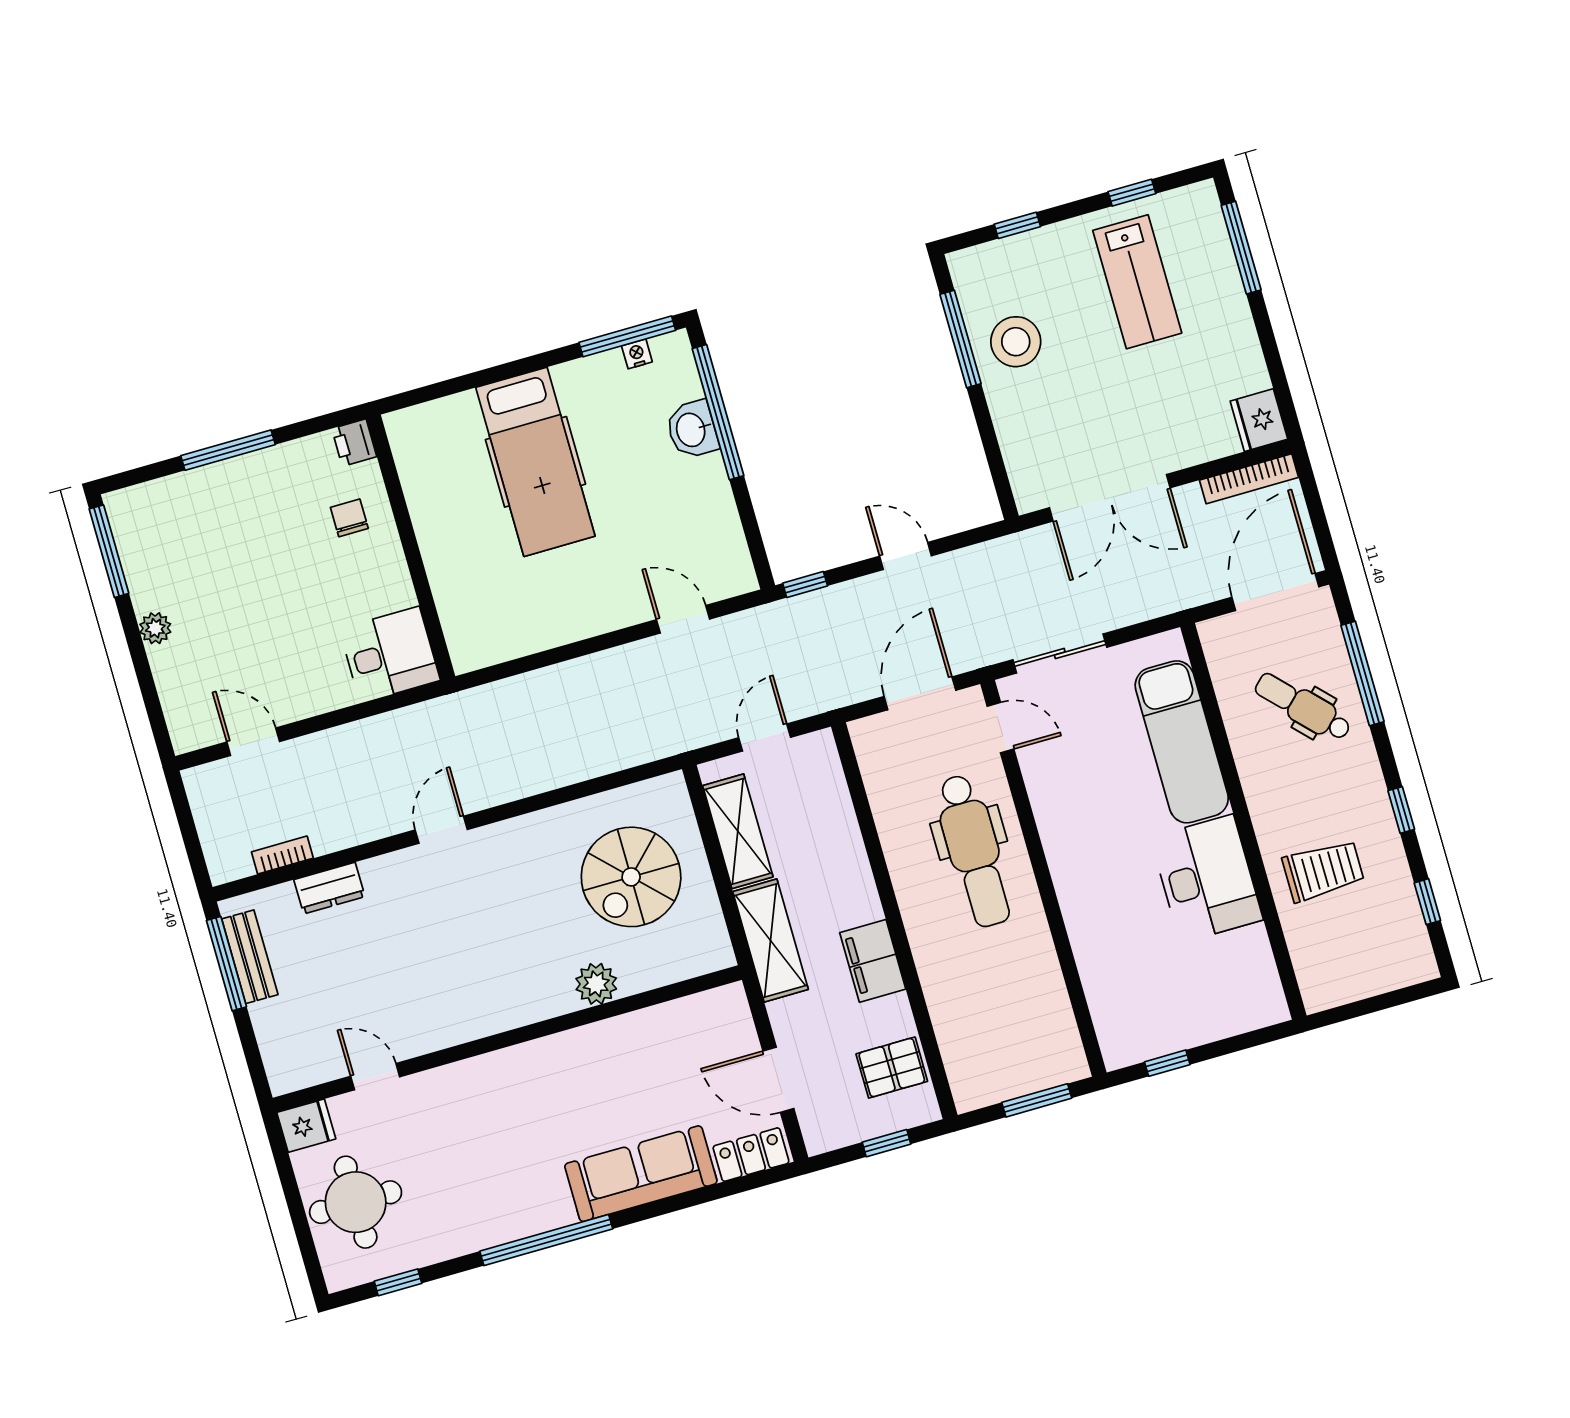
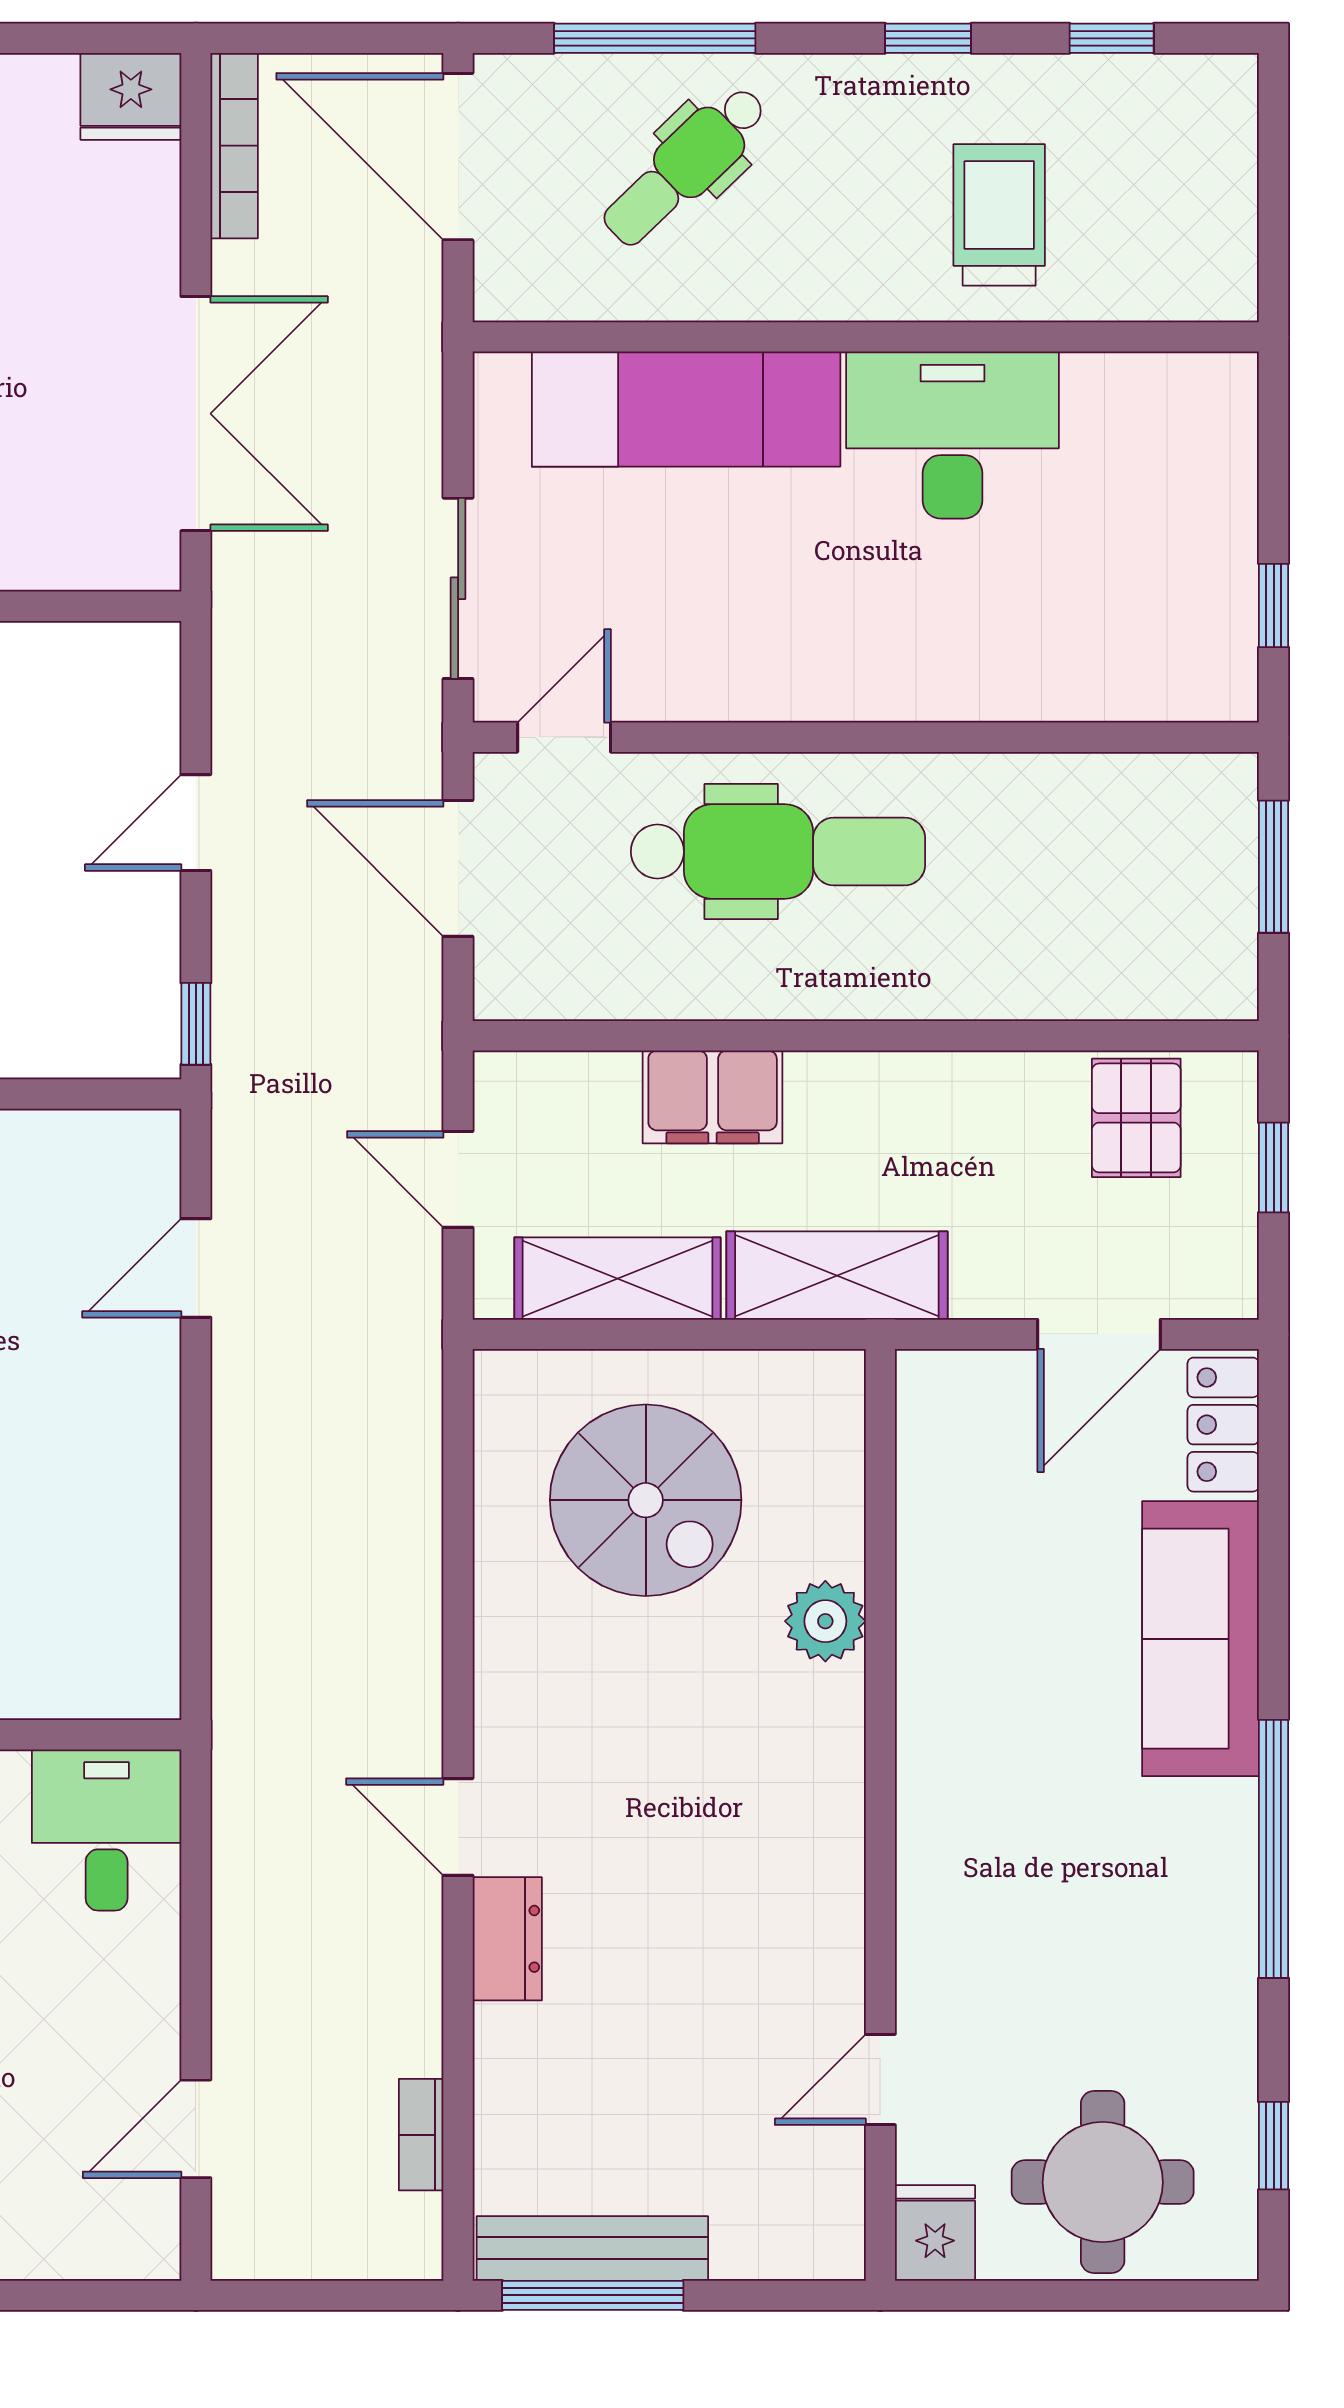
dresser: (329, 888) -> (507, 1939), moved
bench: (250, 957) -> (592, 2248), width x1.36
filing cabinet: (873, 961) -> (713, 1097), moved

